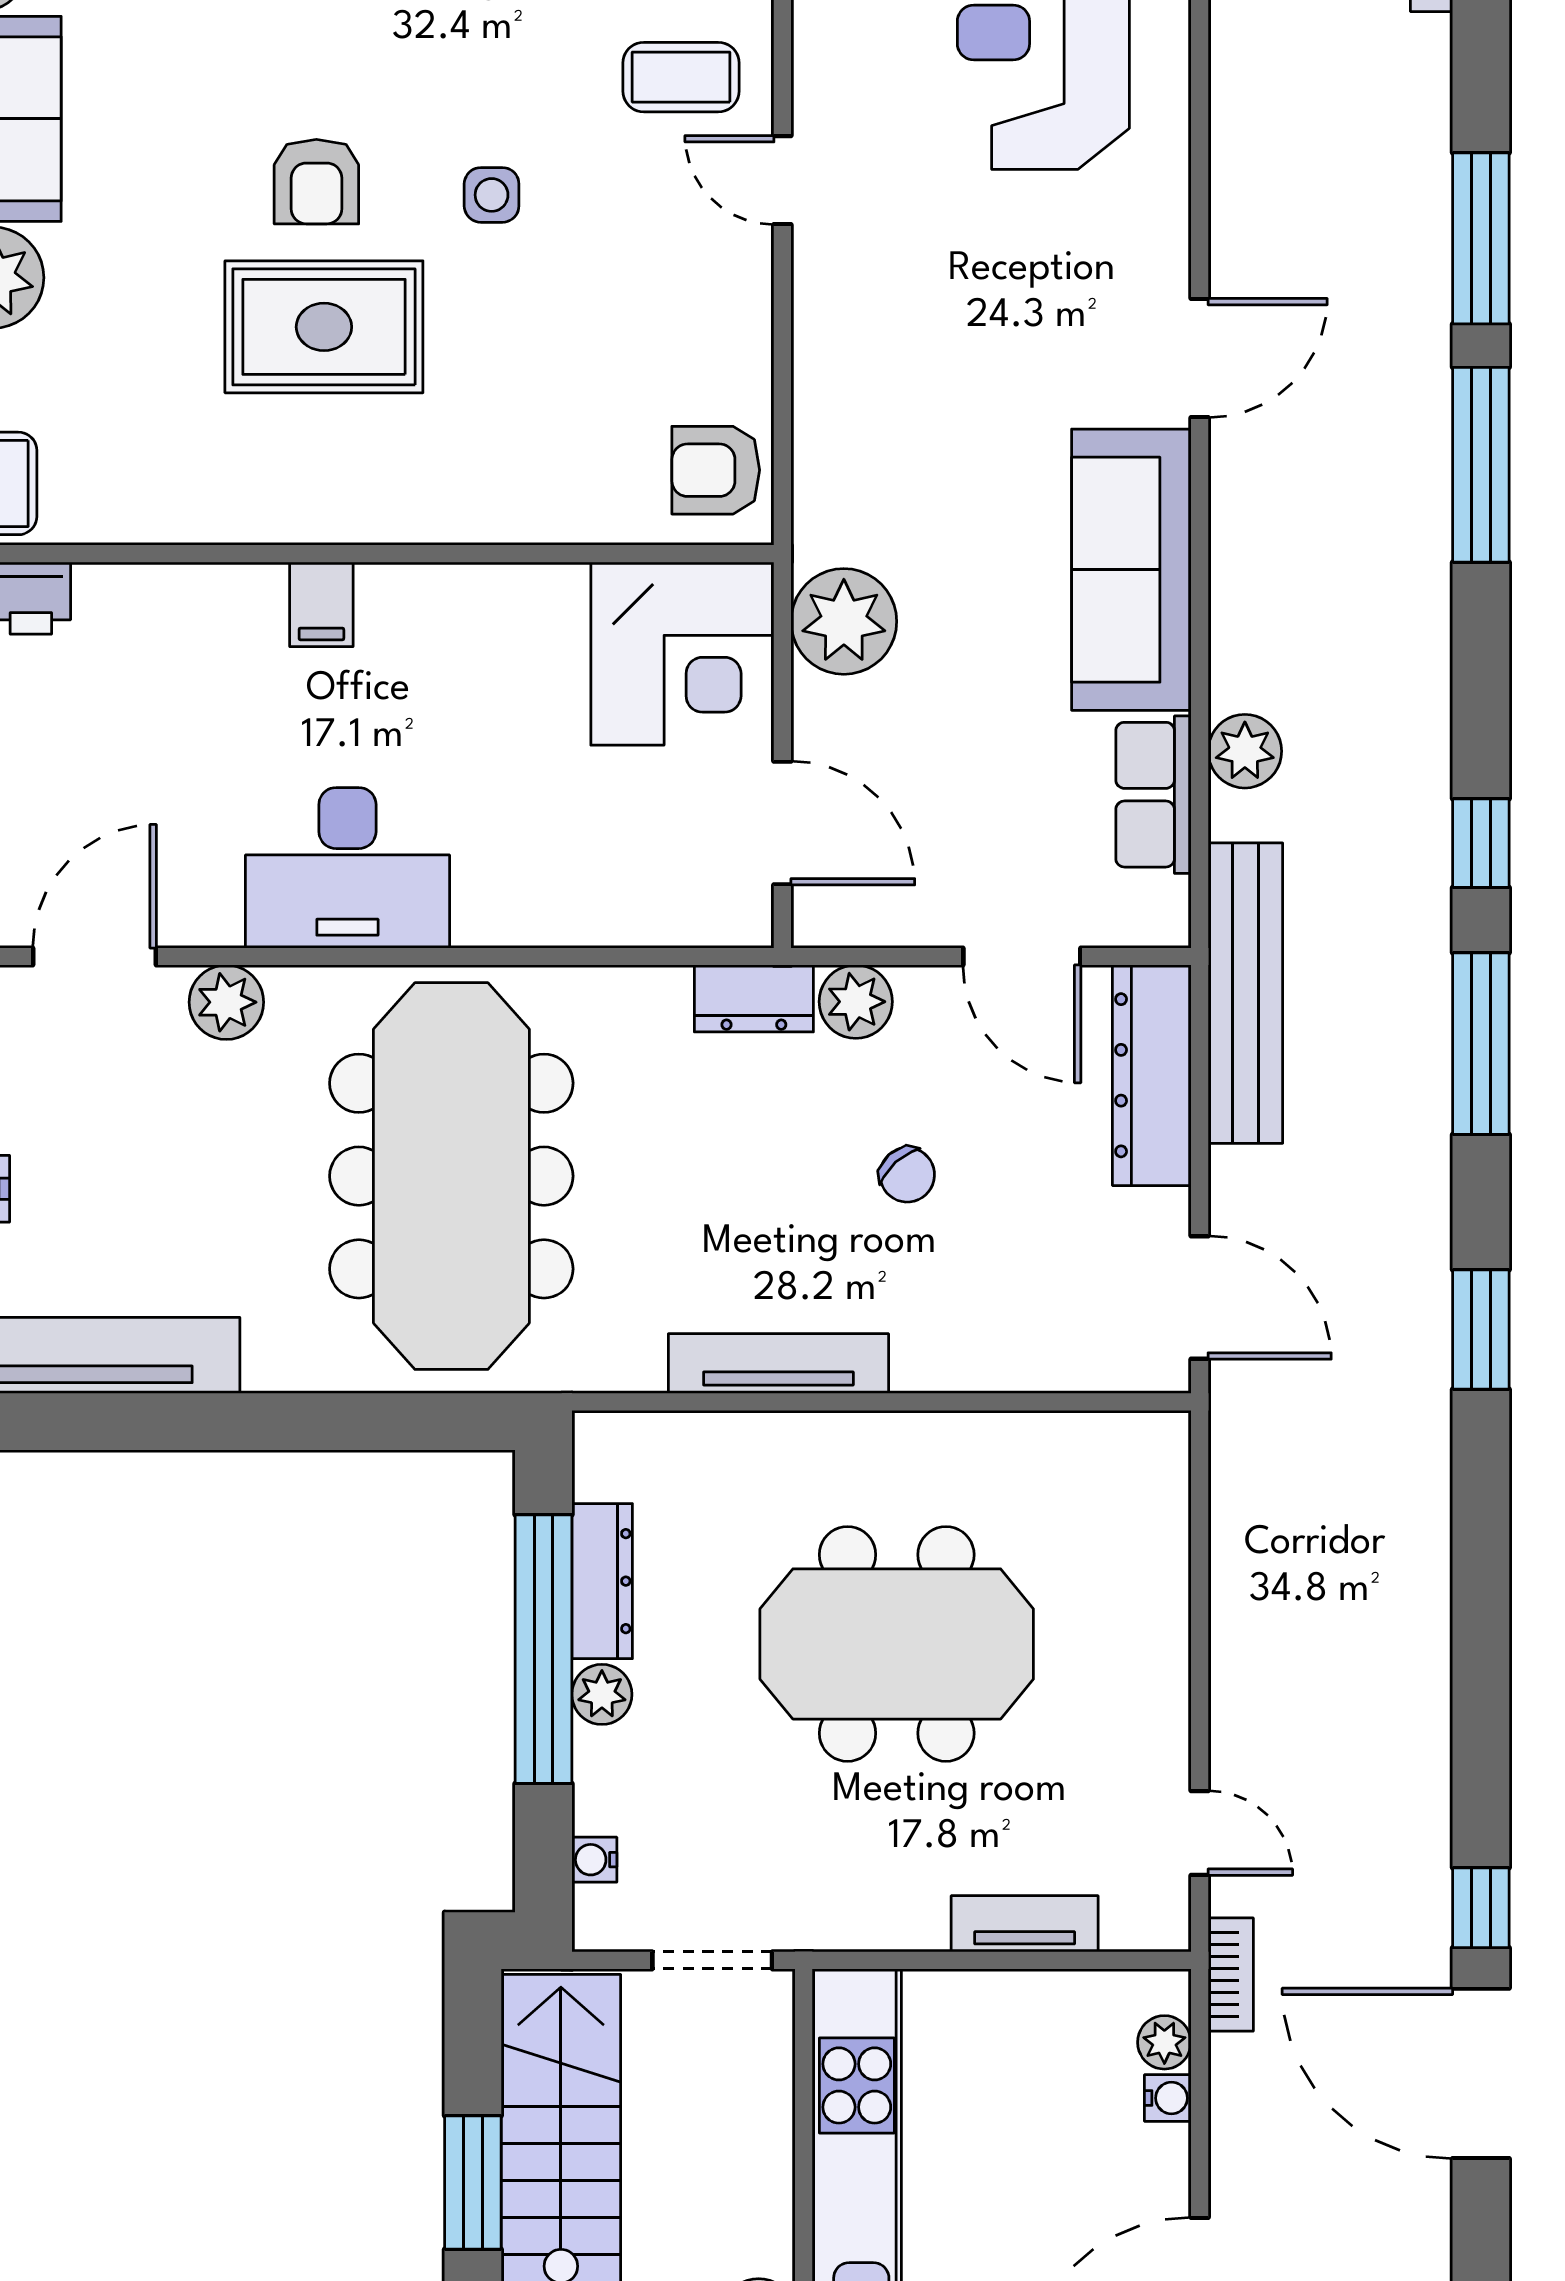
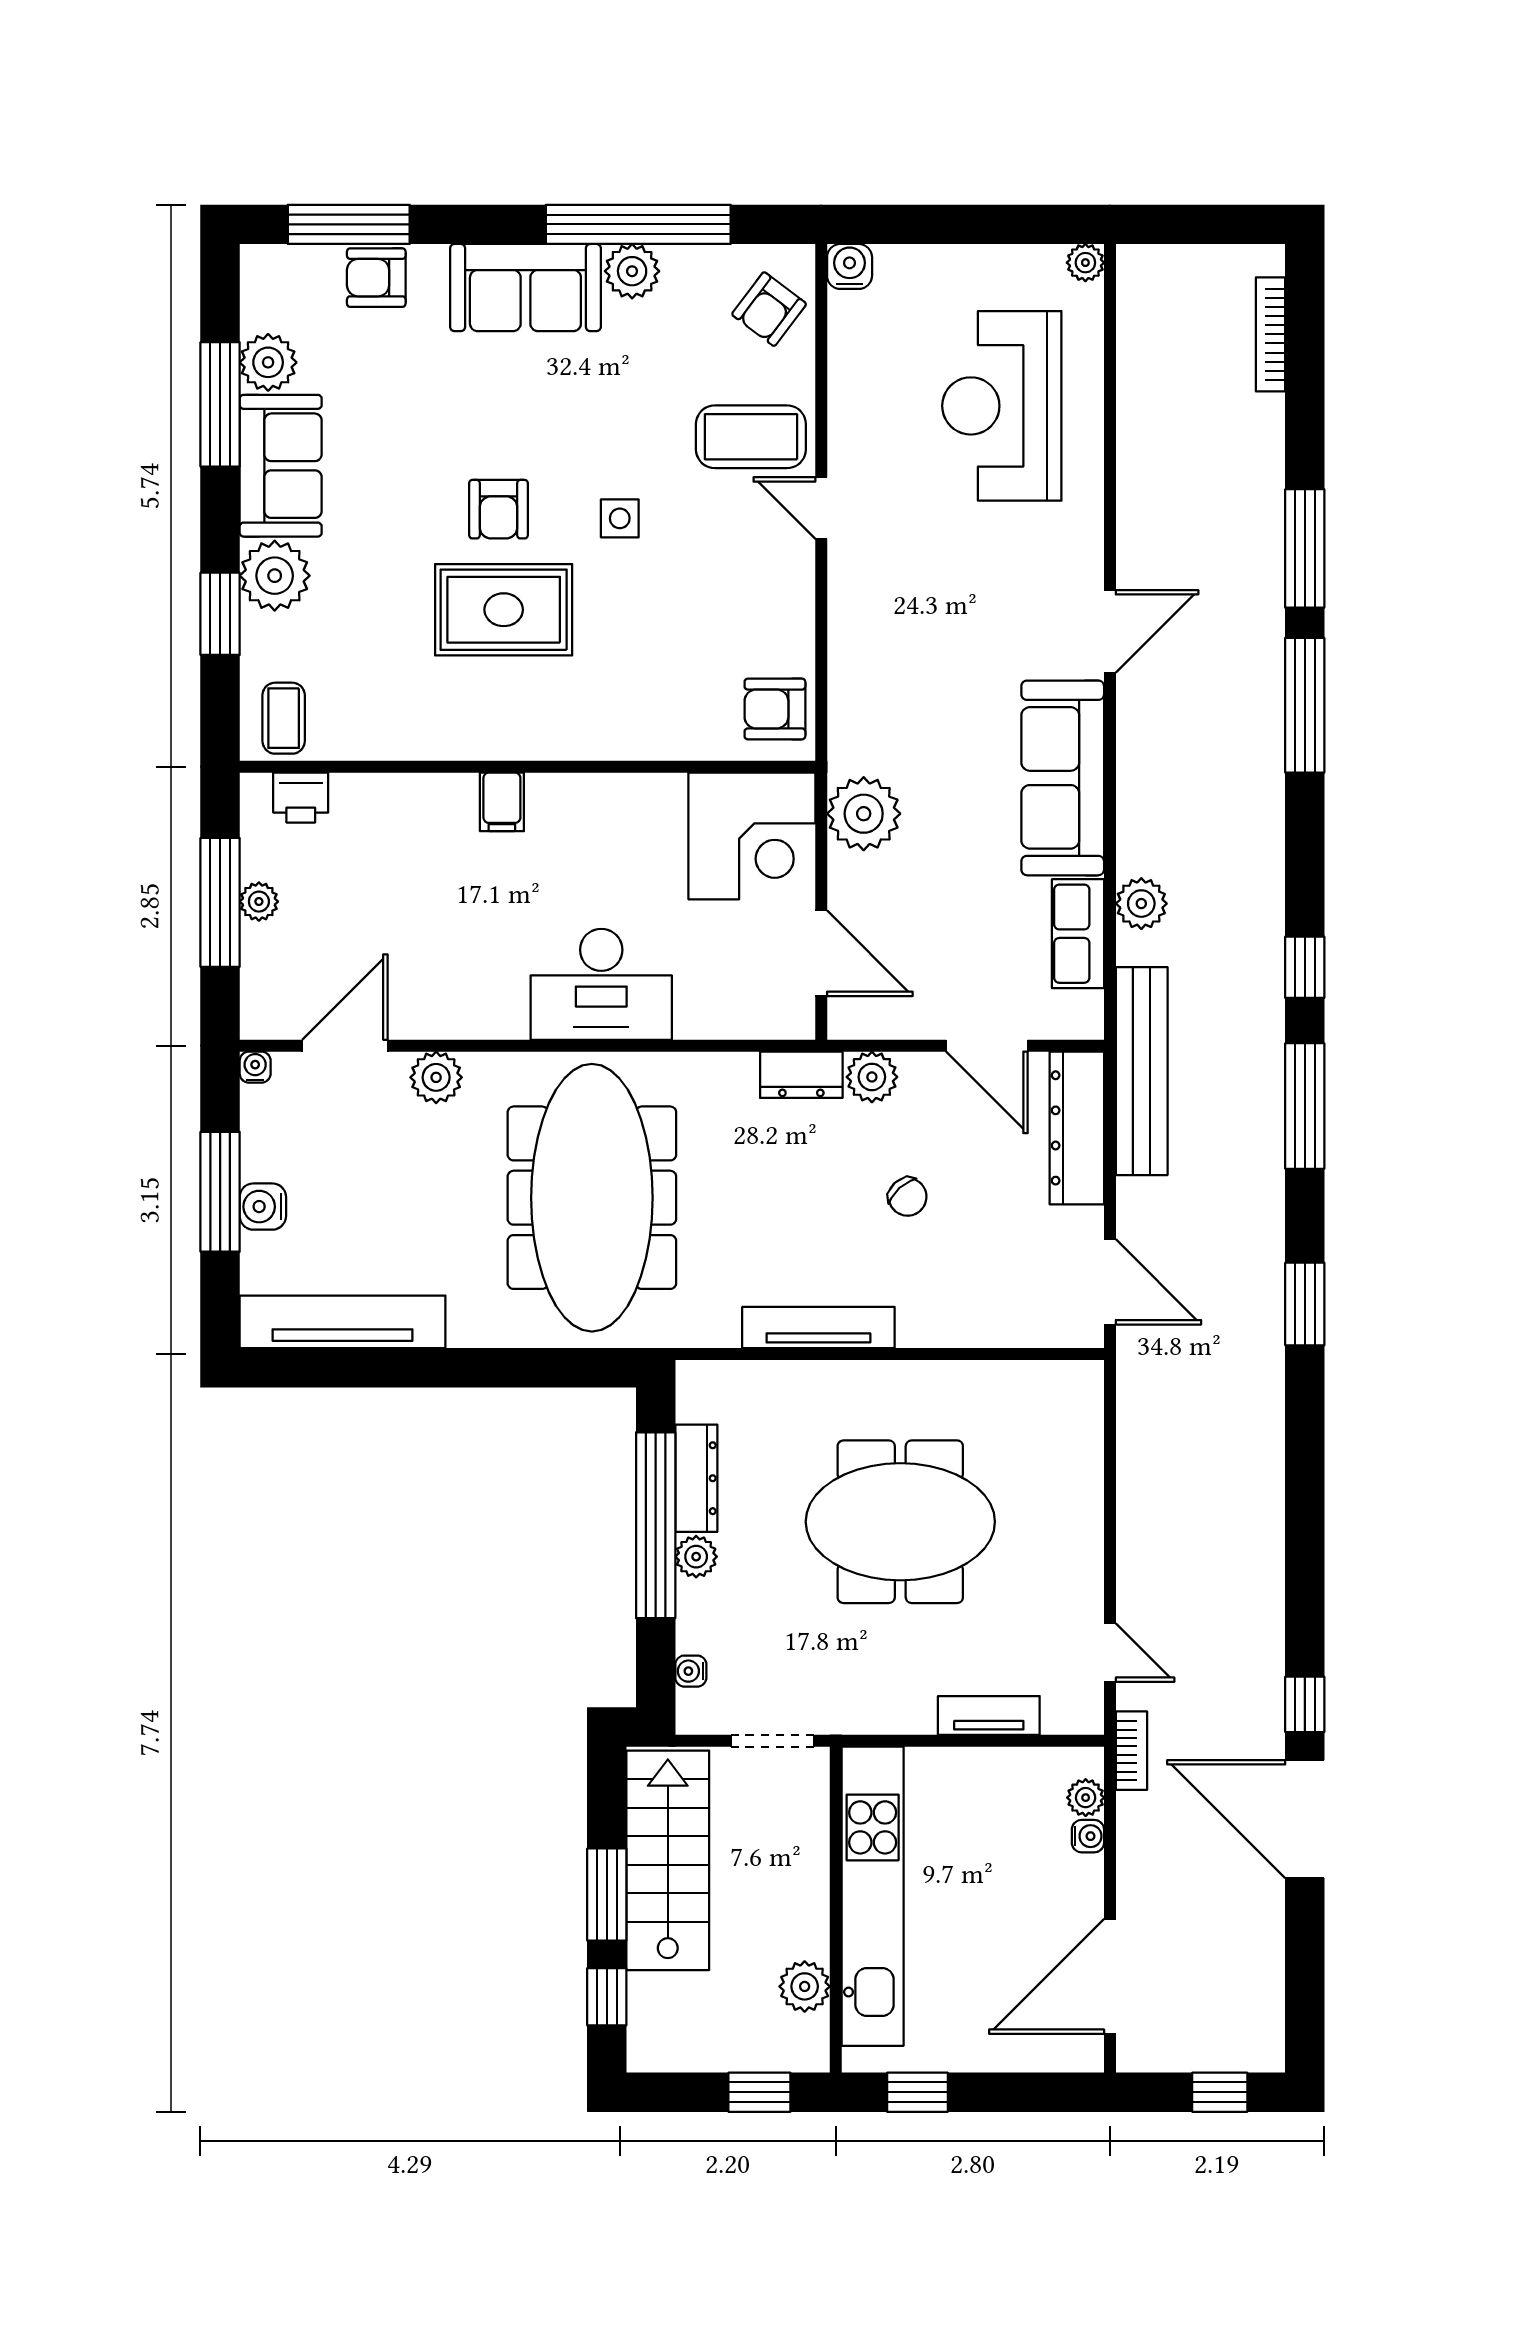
coffee table: (681, 77) -> (751, 437), width x1.36, depth x1.30
desk: (347, 868) -> (601, 984), moved

